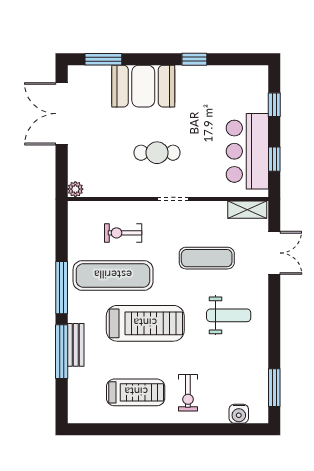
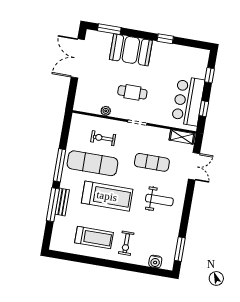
plant: (75, 189) -> (106, 111), moved

